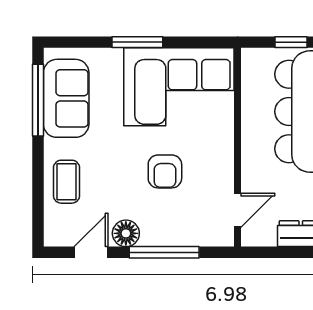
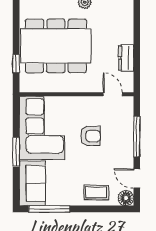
sofa: (66, 98) -> (32, 183), moved, turned 90
floor lamp: (126, 233) -> (126, 198), moved

